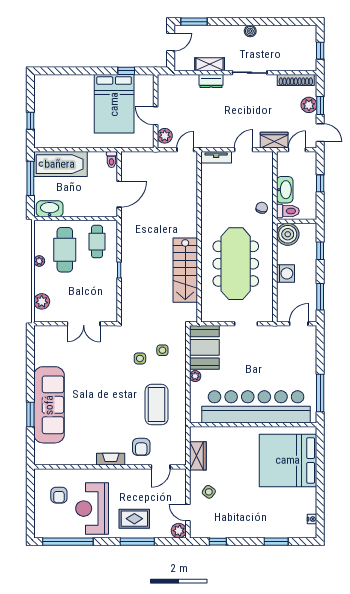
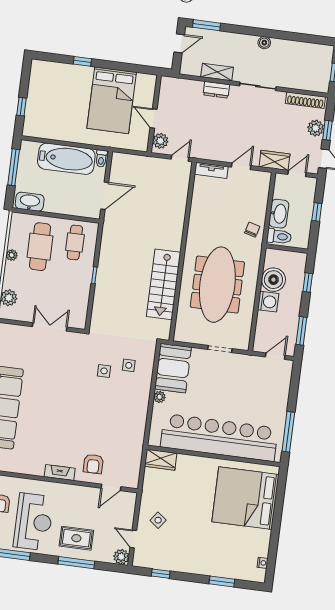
window: (126, 71) -> (82, 61), moved
bathtub: (60, 164) -> (66, 159), moved
boiler: (288, 234) -> (273, 280), moved
double door: (84, 324) -> (50, 327), swing flipped
coffee table: (157, 405) -> (115, 422), removed
wardrobe: (198, 456) -> (161, 460), moved, turned 90
reception desk: (92, 509) -> (33, 522), turned 180

